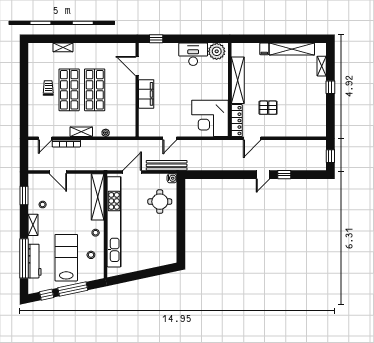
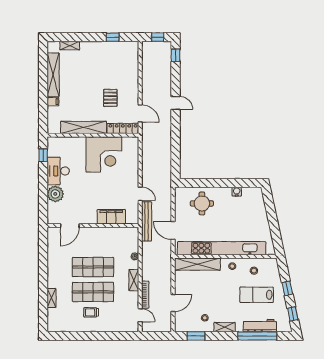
window: (156, 39) -> (43, 155), moved
plant: (217, 51) -> (55, 194), moved
window: (330, 87) -> (113, 37), moved
filing cabinet: (146, 94) -> (111, 217), moved
corner desk: (210, 118) -> (104, 155), moved
bench: (167, 165) -> (147, 221), moved
window: (284, 175) -> (176, 55), moved
water cooler: (172, 178) -> (237, 192), moved
lab bench: (66, 258) -> (257, 295), width x0.73, depth x0.72
window: (73, 289) -> (287, 288), width x0.46

